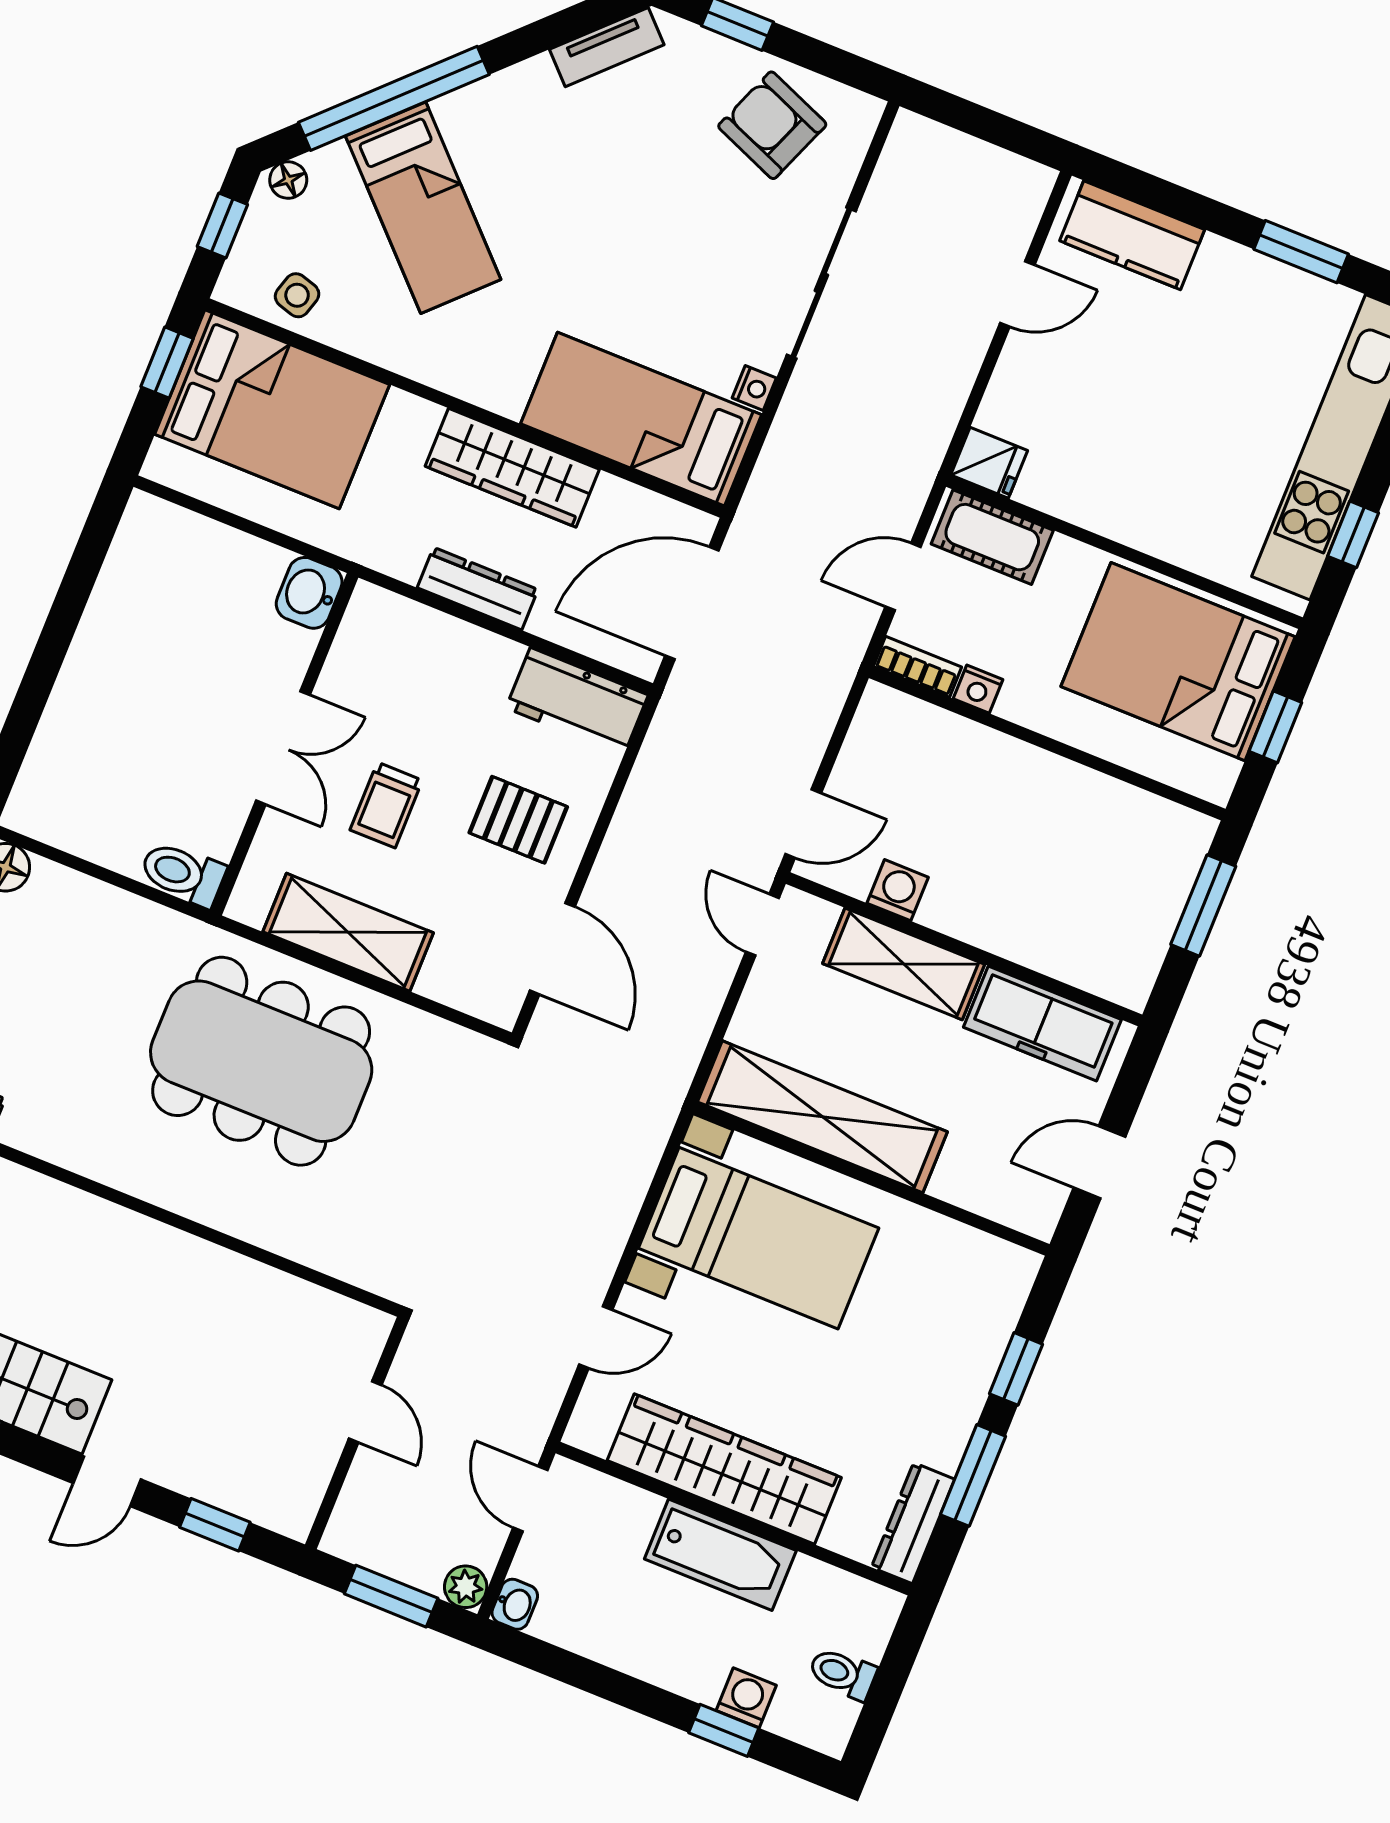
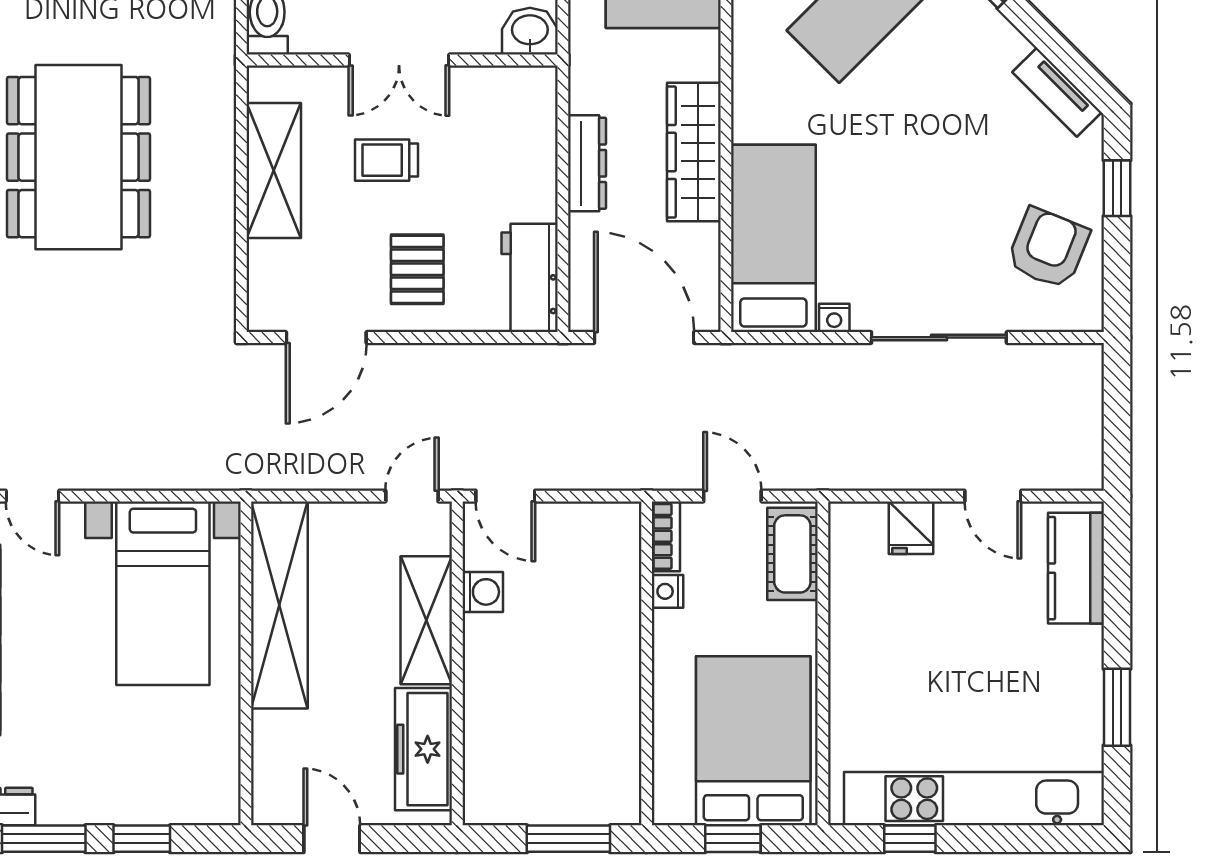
fridge: (989, 463) -> (911, 528), moved
dining table: (261, 1061) -> (79, 157), moved

